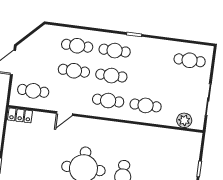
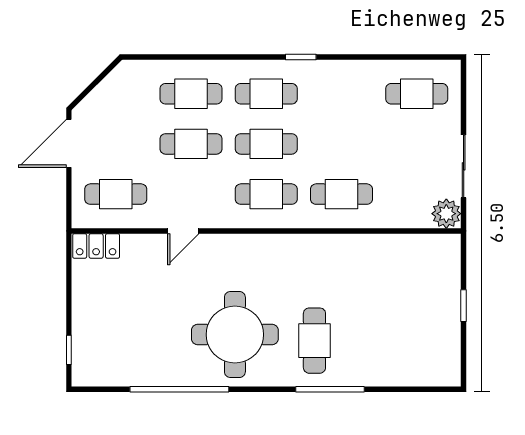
plant: (184, 120) -> (446, 214), moved

